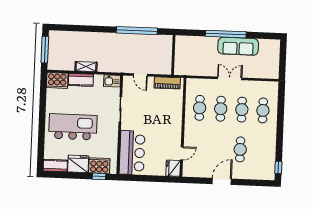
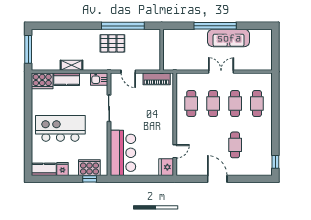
pallet: (126, 47) -> (112, 43), added
fridge: (78, 164) -> (62, 169), width x0.53, depth x0.75
door: (222, 181) -> (217, 179), hinge flipped

